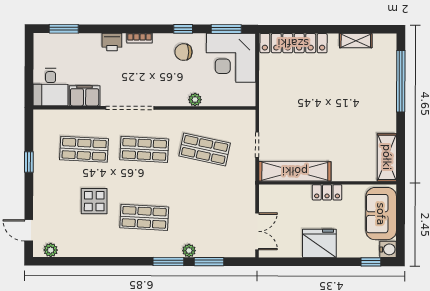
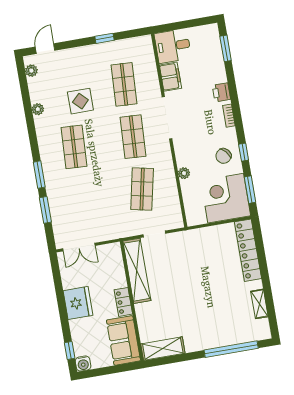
chair: (183, 52) -> (223, 156), turned -131
sofa: (381, 214) -> (123, 340), moved, turned -90
plant: (189, 251) -> (38, 109), moved

